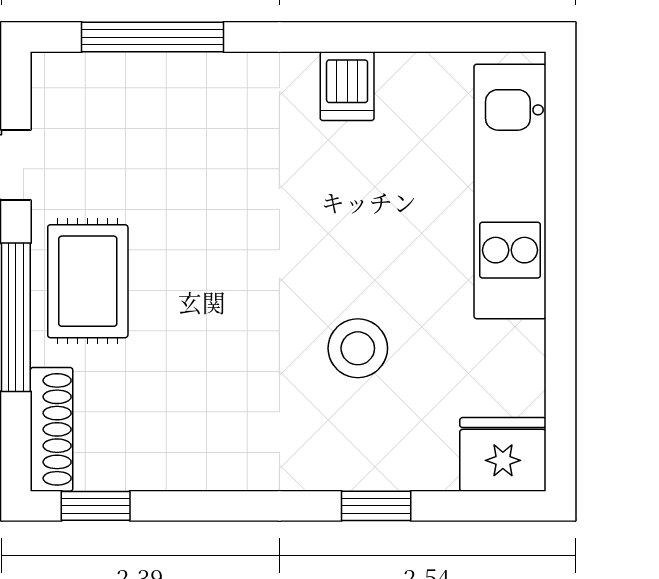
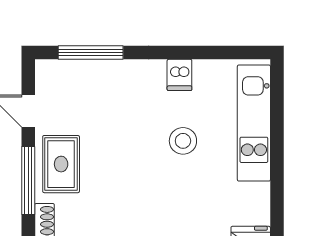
stool: (358, 348) -> (183, 141), moved

